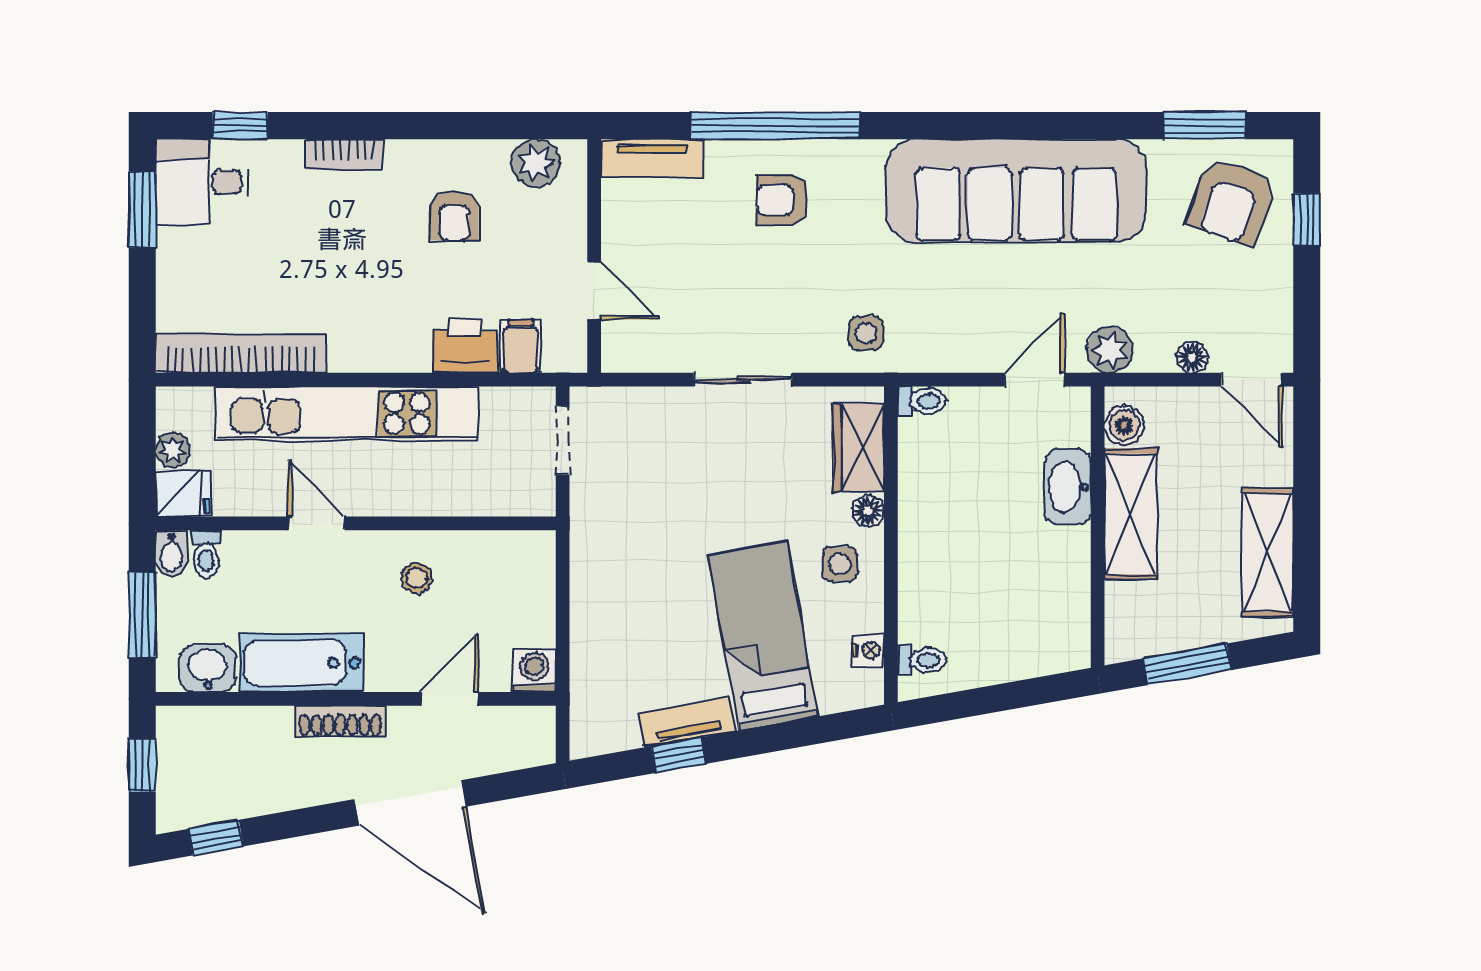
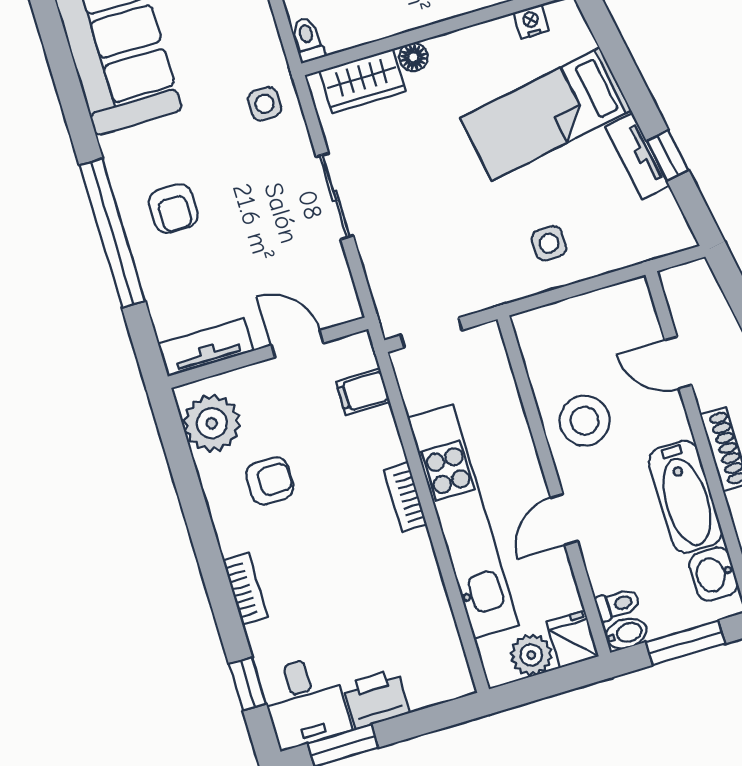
tv unit: (652, 159) -> (206, 347), moved, turned -90
plant: (536, 163) -> (212, 423), width x1.36, depth x1.36
door: (594, 291) -> (297, 344), hinge flipped
printer: (465, 346) -> (376, 699), moved, turned 90
bookcase: (241, 353) -> (405, 497), moved, width x0.43, depth x0.76
plant: (173, 450) -> (531, 655), width x1.38, depth x1.38
side table: (840, 564) -> (549, 243), moved
stool: (417, 578) -> (585, 421), width x1.89, depth x1.89
washing machine: (534, 670) -> (633, 298), removed

